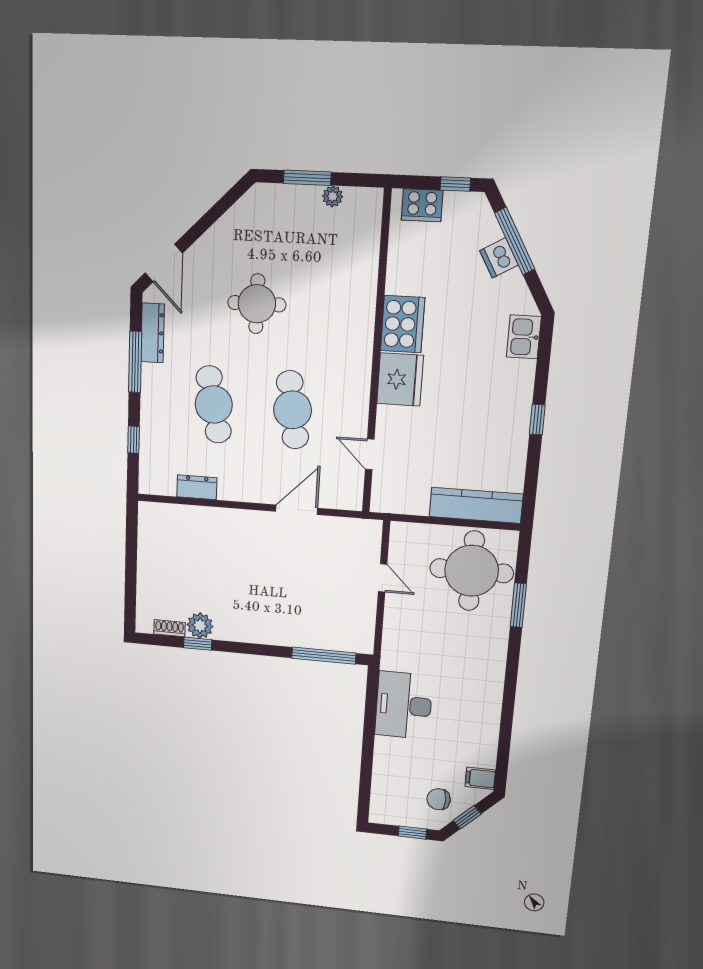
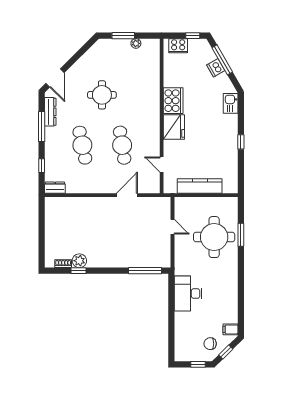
dresser: (197, 487) -> (55, 188), moved
kitchen counter: (476, 505) -> (200, 186), moved
round table: (472, 571) -> (214, 237), moved

